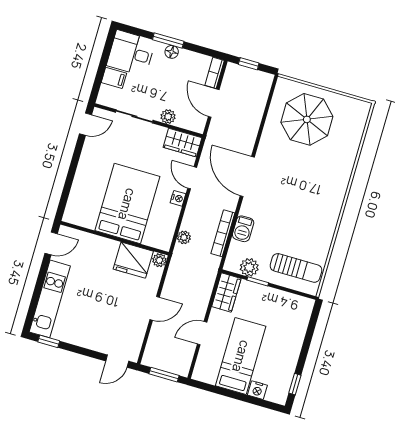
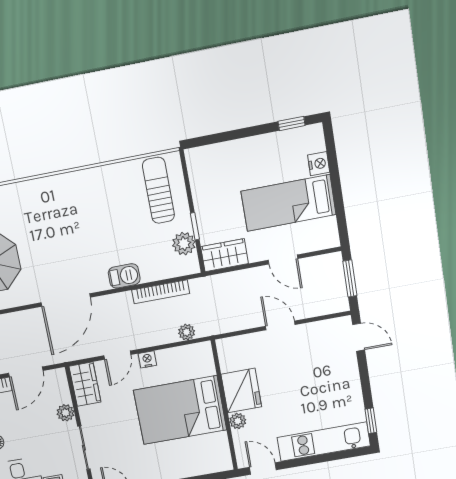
door: (247, 177) -> (66, 300), moved
barbecue: (243, 229) -> (124, 276), moved
fridge: (133, 260) -> (241, 390), moved
plant: (159, 260) -> (238, 421), moved

